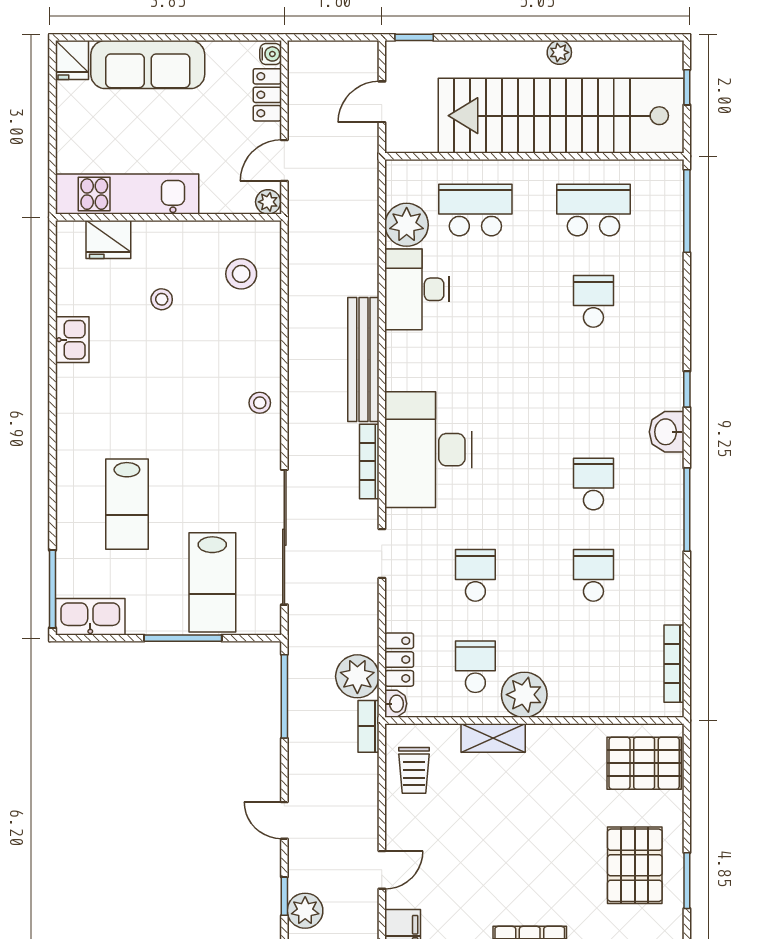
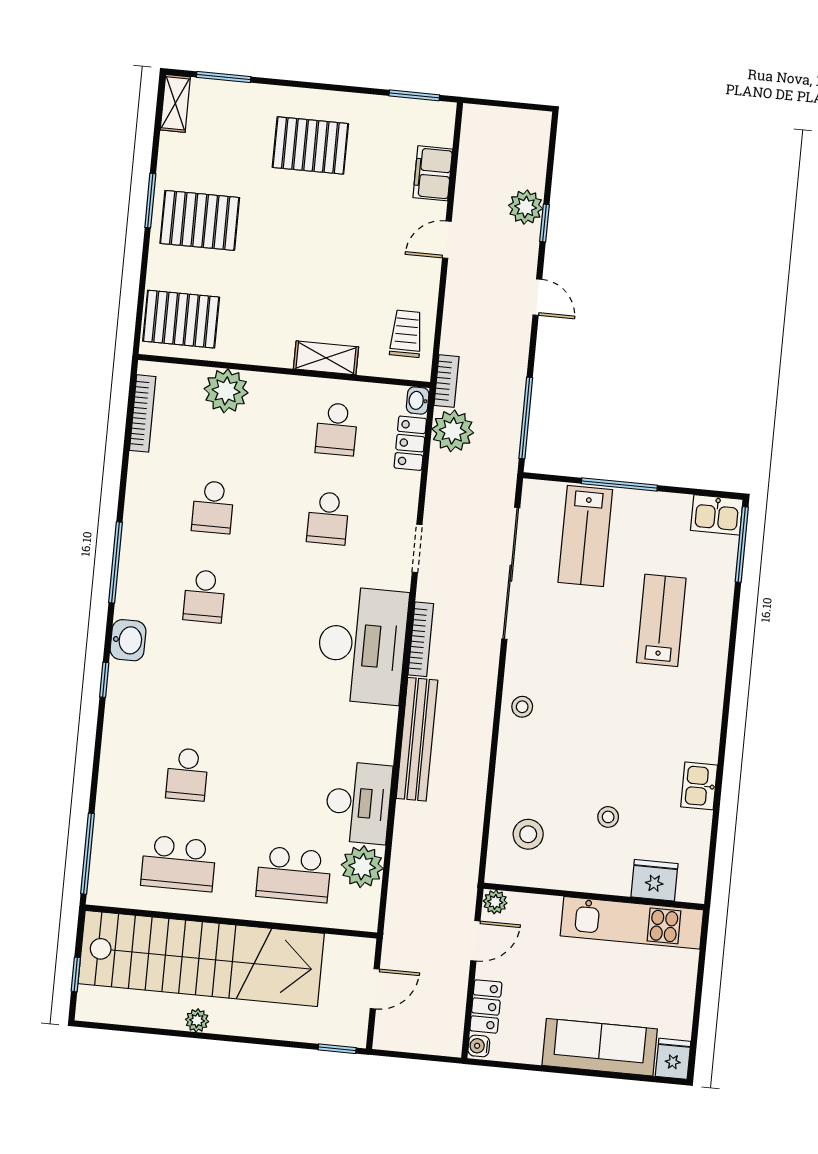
lab bench: (212, 582) -> (585, 536), turned 180
kitchen sink: (90, 617) -> (717, 515), width x0.73
plant: (524, 695) -> (226, 391), moved
pallet: (635, 865) -> (200, 220), turned 90

